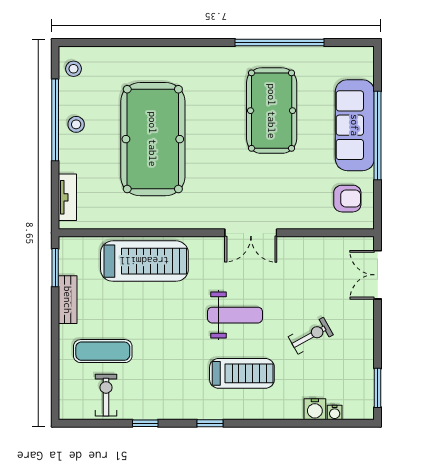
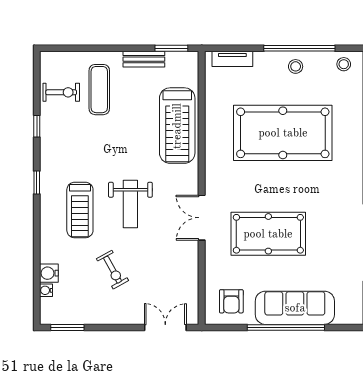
pool table: (272, 111) -> (268, 234), moved

